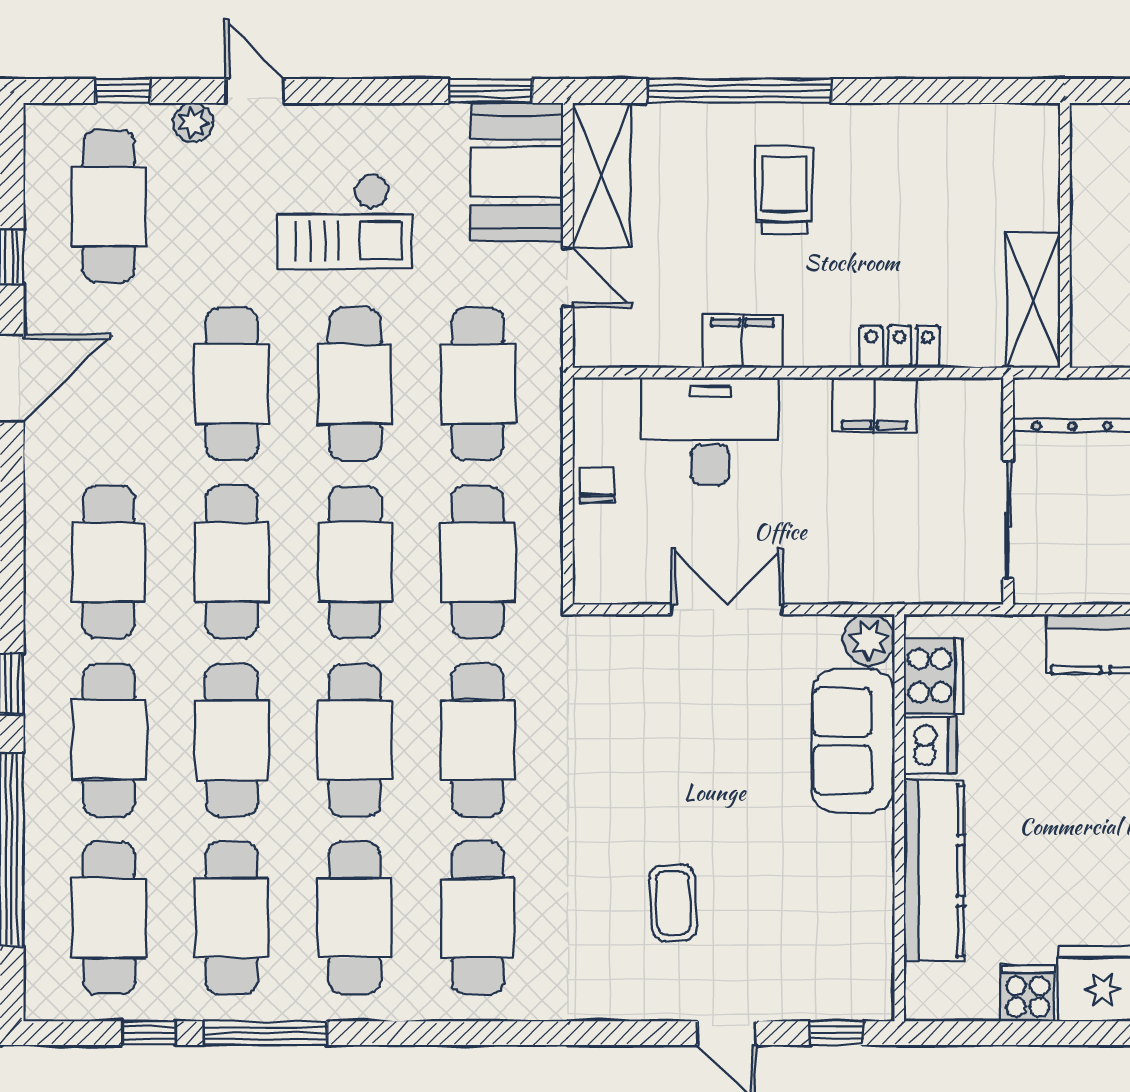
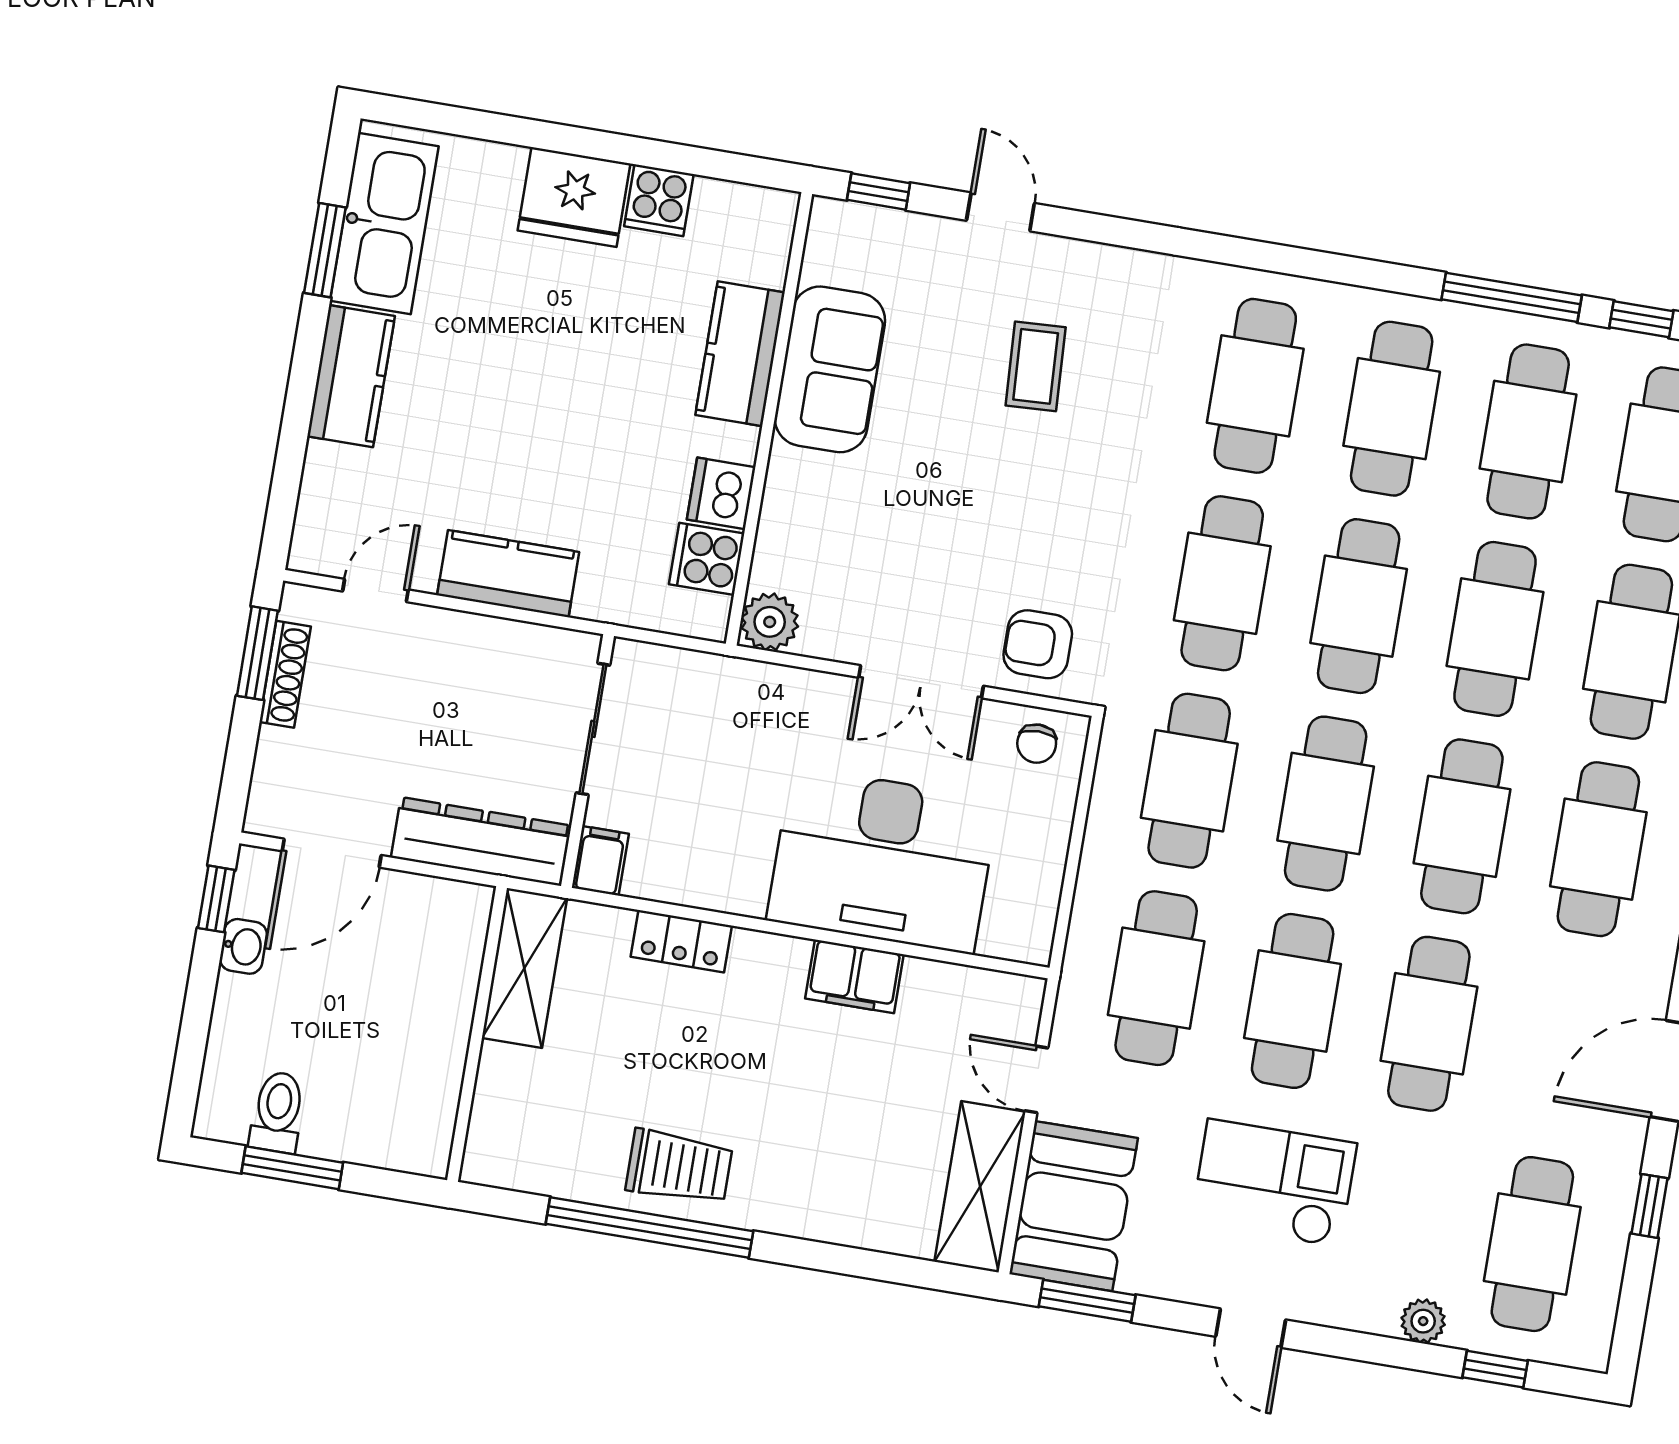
door: (255, 91) -> (1251, 1328), moved
window: (740, 91) -> (650, 1228), moved
trolley: (784, 190) -> (679, 1167), moved, turned -90
filing cabinet: (874, 405) -> (600, 861), moved, width x0.50
desk: (710, 431) -> (883, 860), width x1.36, depth x1.30
chair: (597, 485) -> (1037, 744), moved
armchair: (631, 659) -> (1038, 644), added
cooker: (933, 676) -> (707, 559), width x0.73
sofa: (853, 741) -> (830, 369), moved
kitchen counter: (934, 871) -> (740, 354), width x0.67

